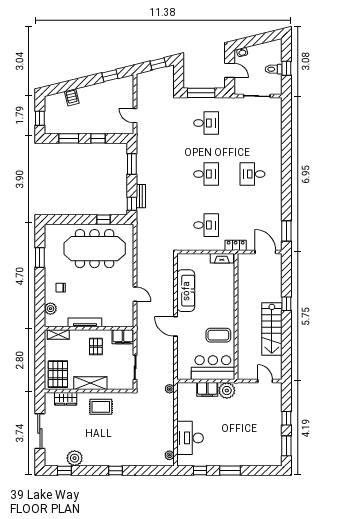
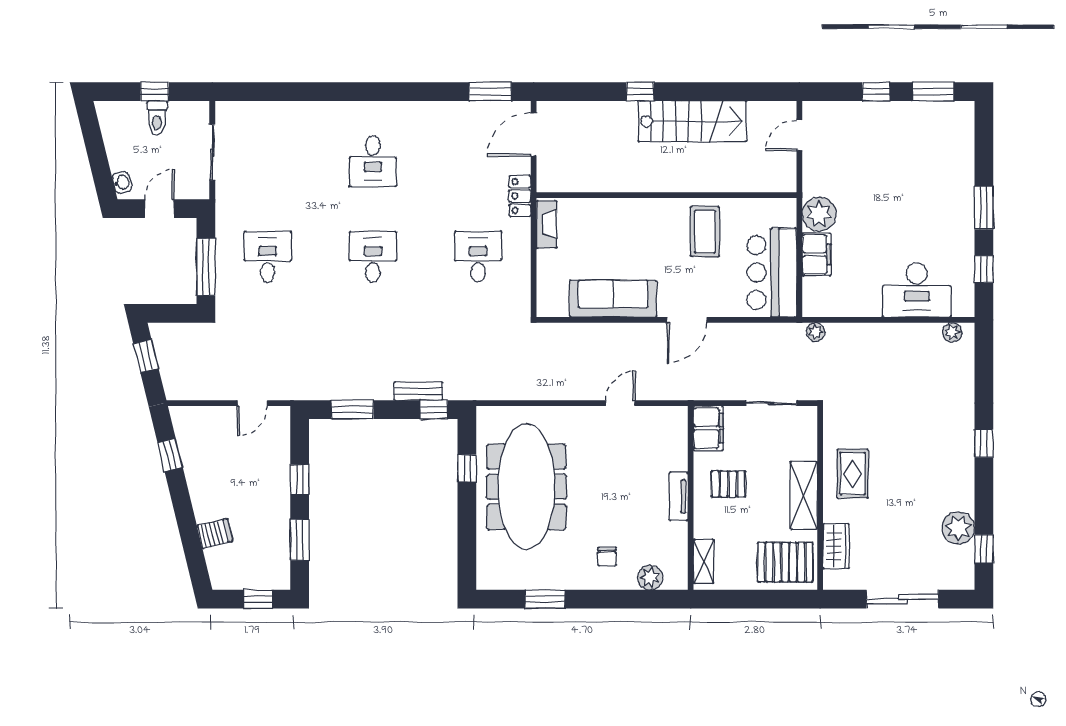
tv unit: (85, 322) -> (679, 497), width x0.71
bar counter: (213, 368) -> (772, 273), moved

